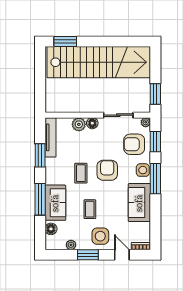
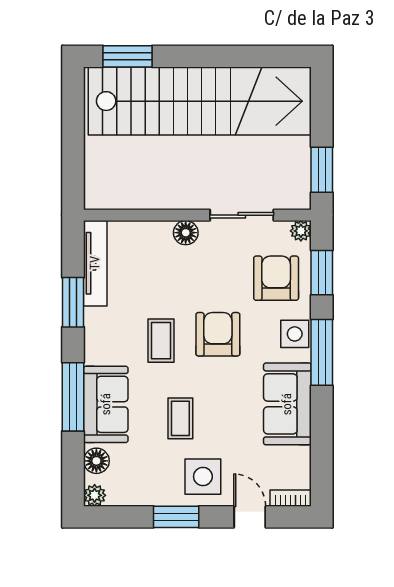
plant: (79, 124) -> (157, 235), removed
armchair: (134, 144) -> (276, 278), turned 90
plant: (71, 245) -> (95, 495), moved

